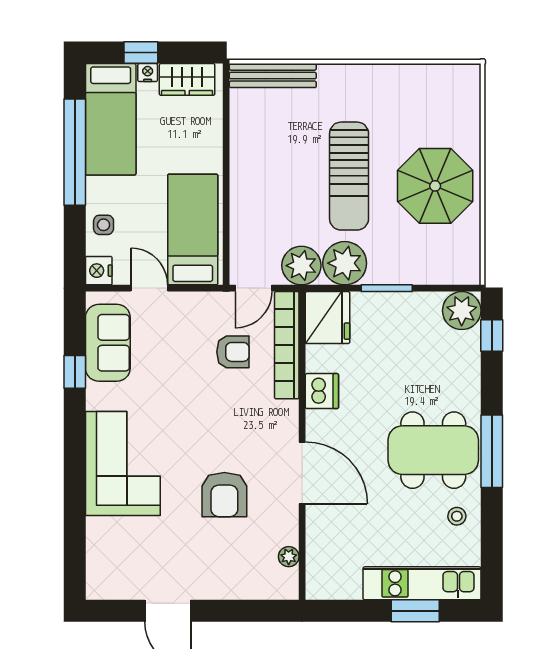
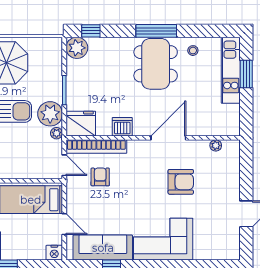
side table: (104, 225) -> (28, 250), removed
plant: (301, 266) -> (57, 133), width x0.53, depth x0.53
door: (149, 288) -> (64, 224), swing flipped
sofa: (108, 343) -> (103, 248), width x1.36

